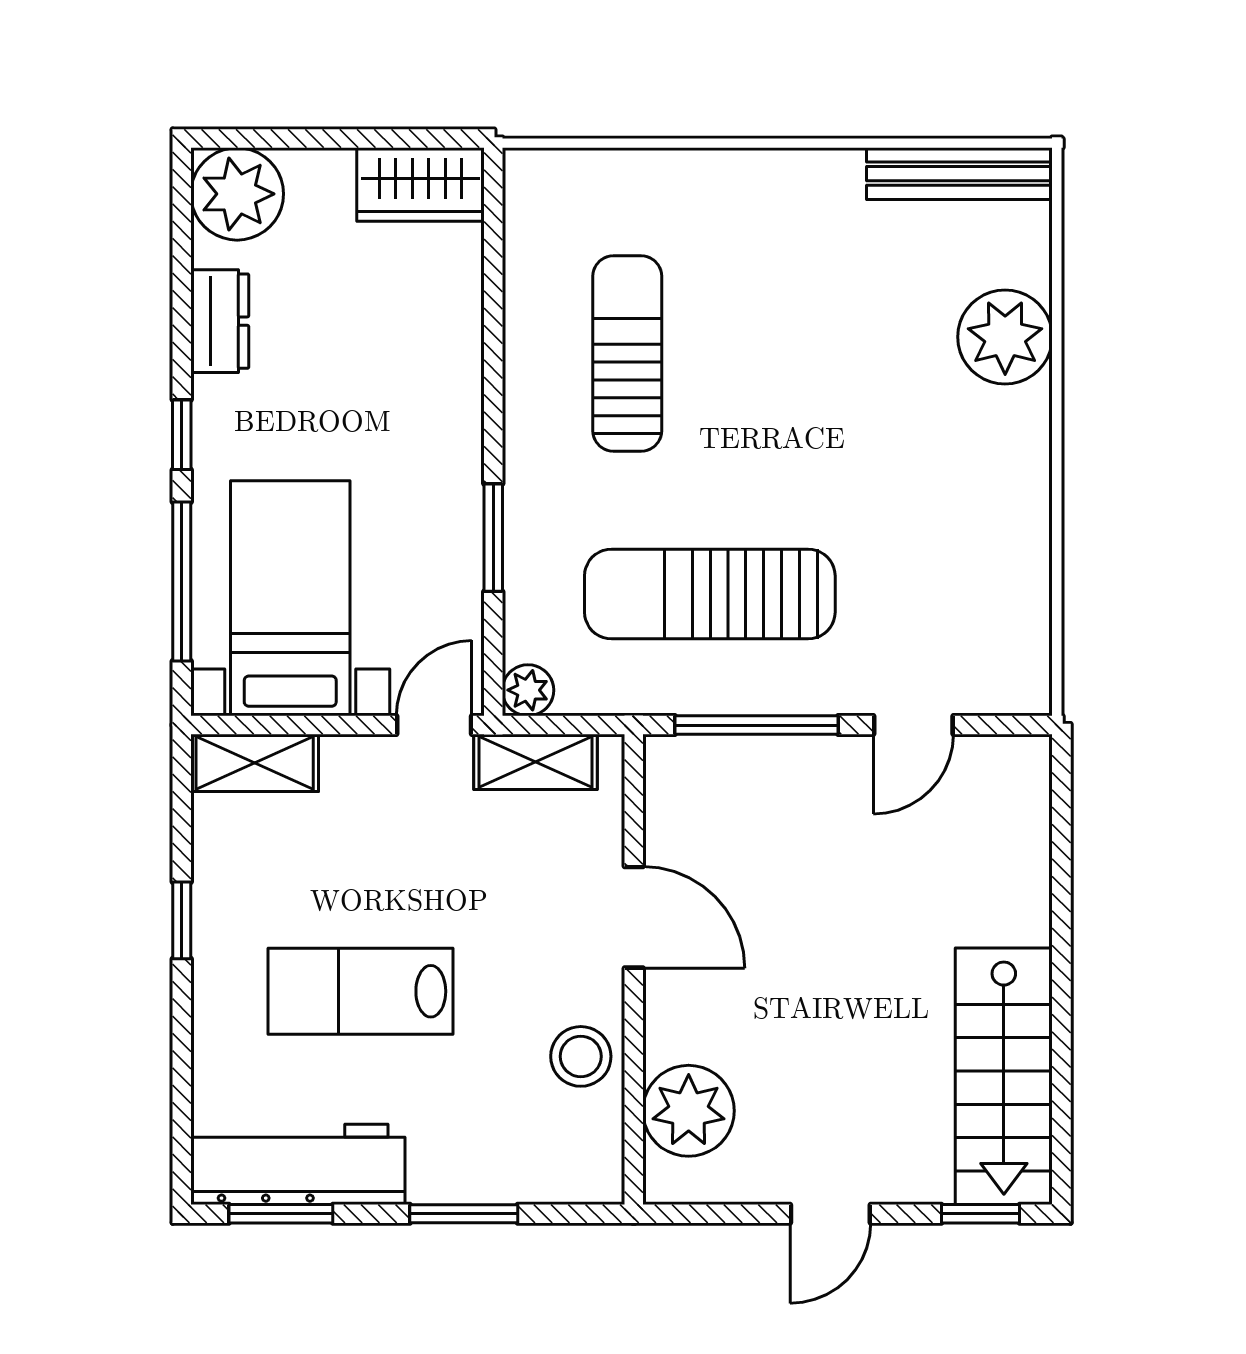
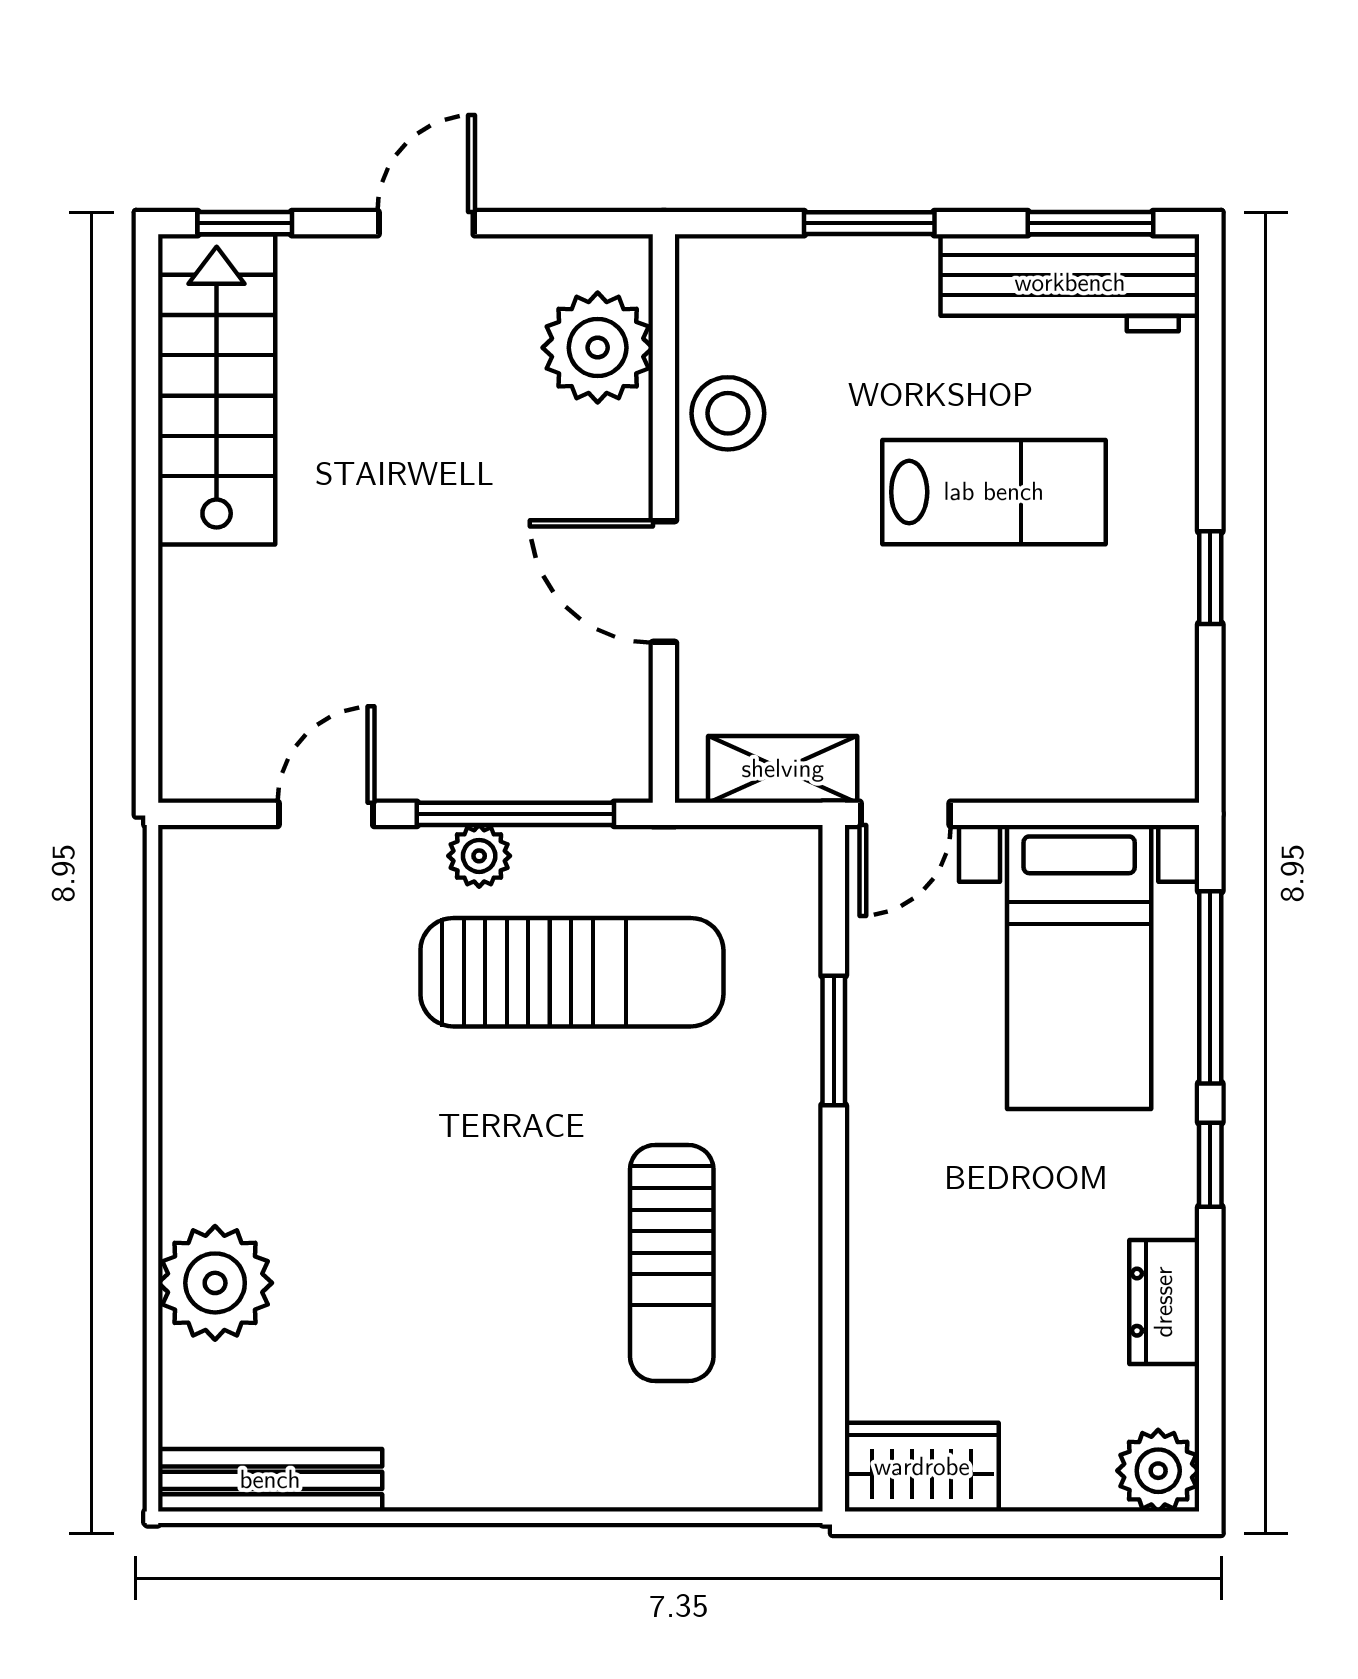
plant: (237, 194) -> (1158, 1471), width x0.73, depth x0.73
plant: (528, 690) -> (479, 856), moved
shelving: (255, 763) -> (1122, 768), removed

